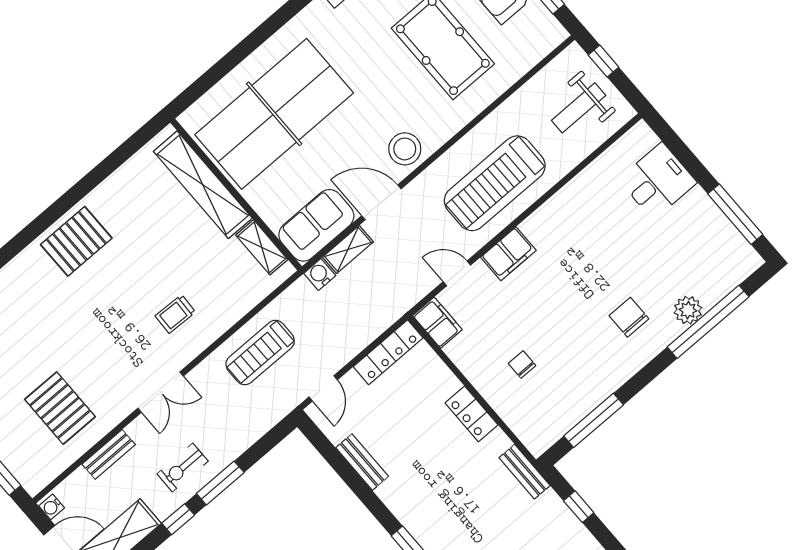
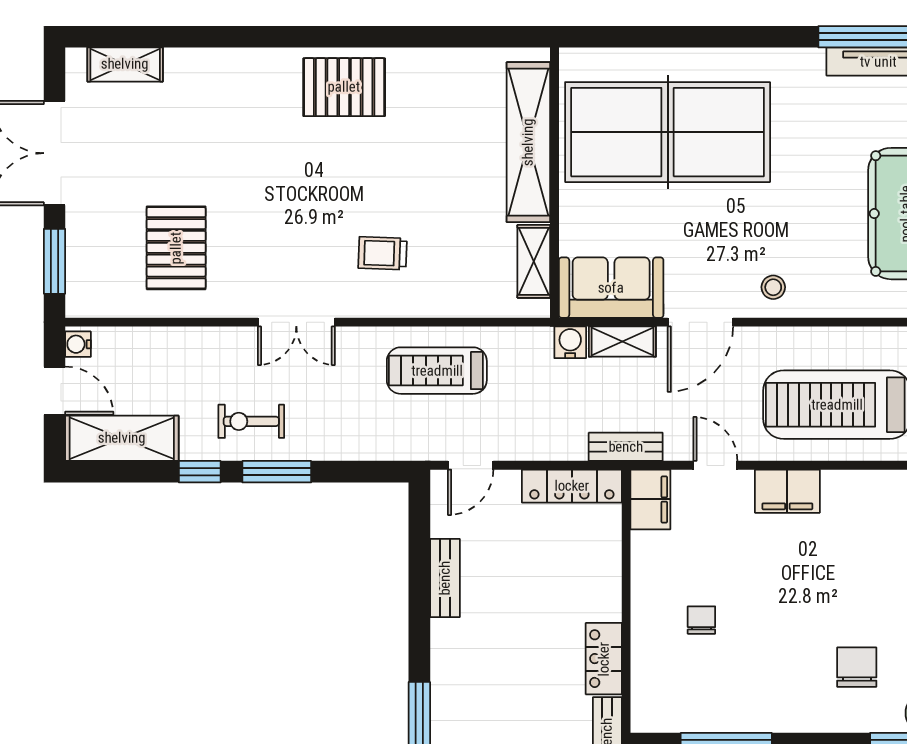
stool: (405, 149) -> (773, 287), width x0.53, depth x0.53
door: (381, 202) -> (700, 322), swing flipped
locker: (472, 414) -> (604, 659), moved
bench: (109, 454) -> (626, 447), moved

